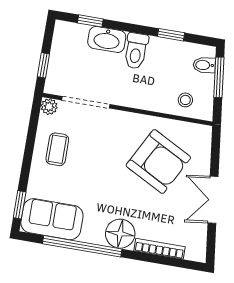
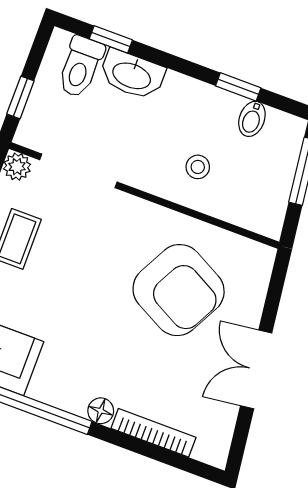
toilet: (136, 51) -> (80, 67), moved
bidet: (204, 65) -> (252, 119), moved, turned -83
stool: (185, 100) -> (198, 167), moved
floor lamp: (120, 234) -> (101, 411), width x0.53, depth x0.53

